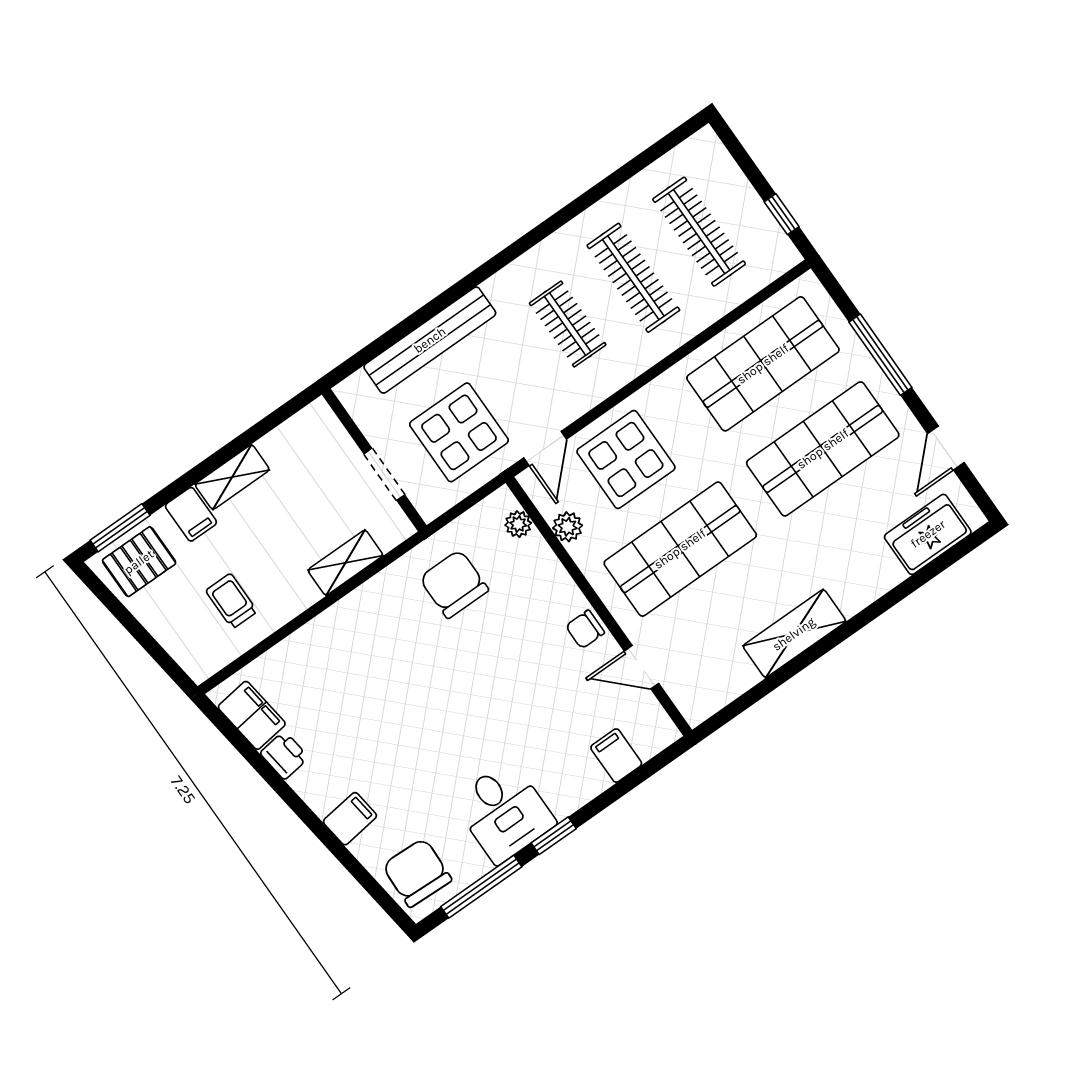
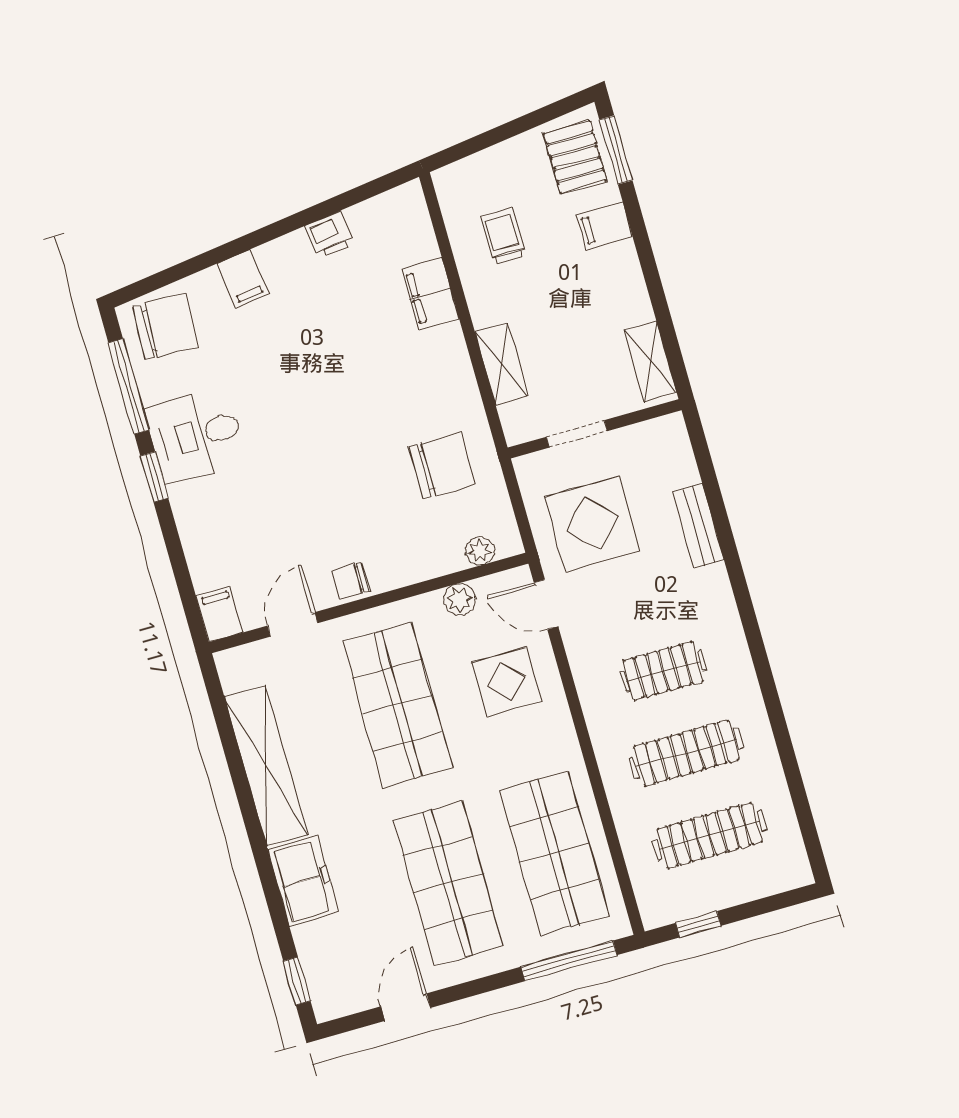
bench: (430, 340) -> (699, 526), width x0.54, depth x0.82
window: (880, 355) -> (569, 961), moved
door: (946, 448) -> (406, 1007), hinge flipped
display table: (626, 459) -> (507, 682), width x0.73, depth x0.73
shelving: (232, 477) -> (650, 361), moved
freezer: (928, 534) -> (303, 881), moved
window: (957, 553) -> (297, 981), added
trolley: (231, 601) -> (503, 236), turned -90
chair: (585, 629) -> (350, 581), turned -90
shelving: (794, 634) -> (266, 766), width x1.47
filing cabinet: (252, 715) -> (430, 294), moved, turned 97
filing cabinet: (616, 756) -> (220, 614), moved, turned -90

